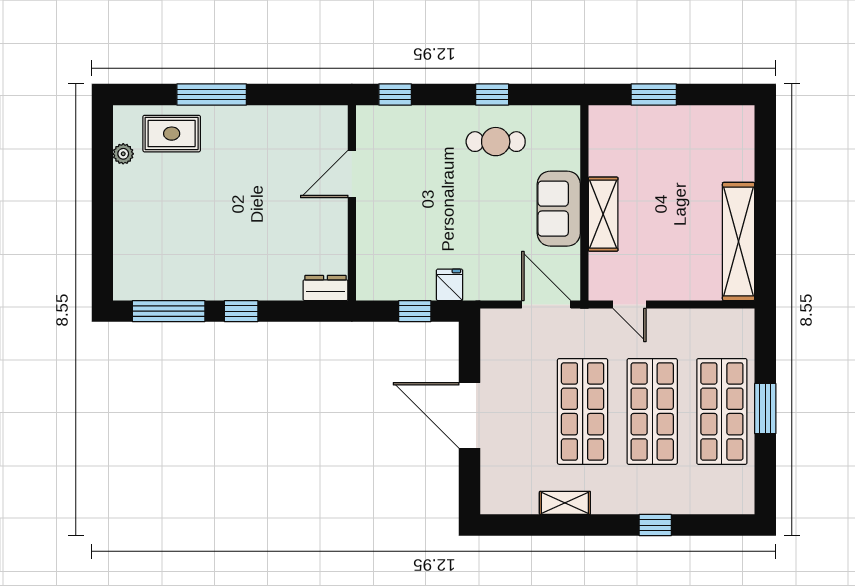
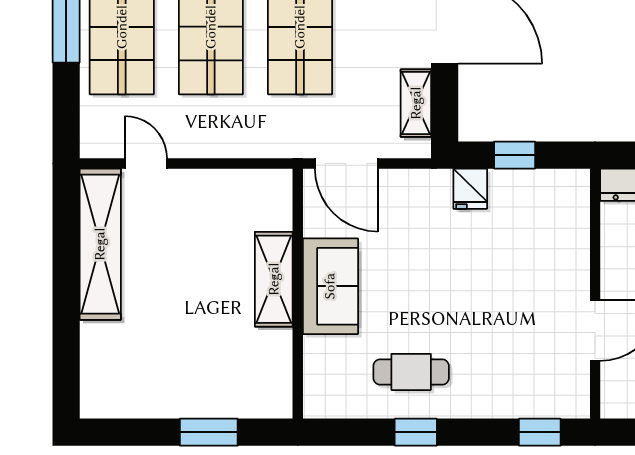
door: (629, 304) -> (146, 164), moved
shelving: (492, 352) -> (416, 103), added

